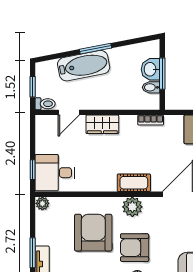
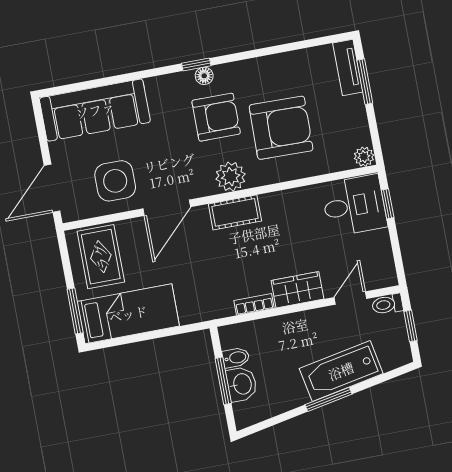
bookcase: (151, 120) -> (254, 304), moved
armchair: (93, 233) -> (281, 128), turned -89

